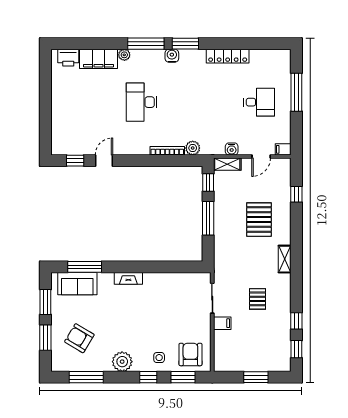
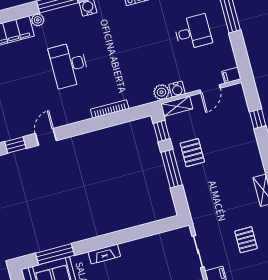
plant: (193, 148) -> (161, 92), moved
pallet: (259, 220) -> (192, 153), moved, width x0.67, depth x0.71

